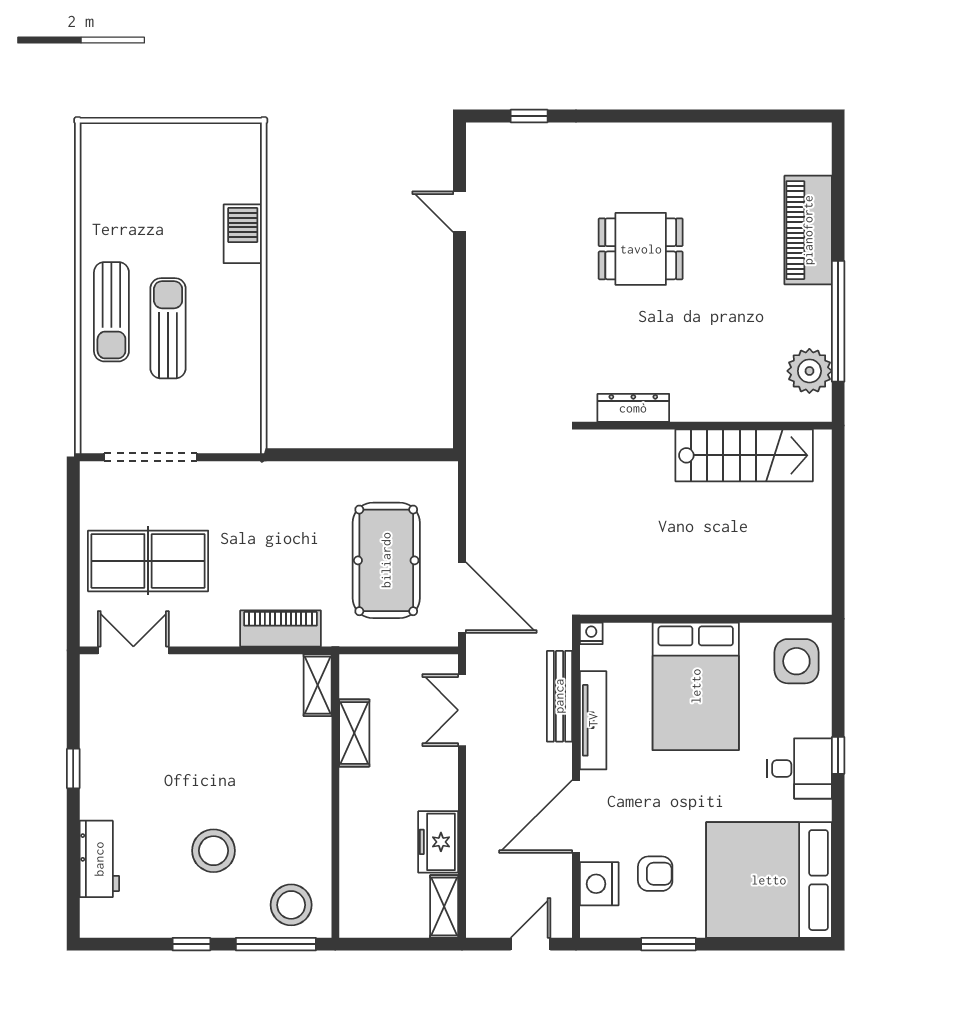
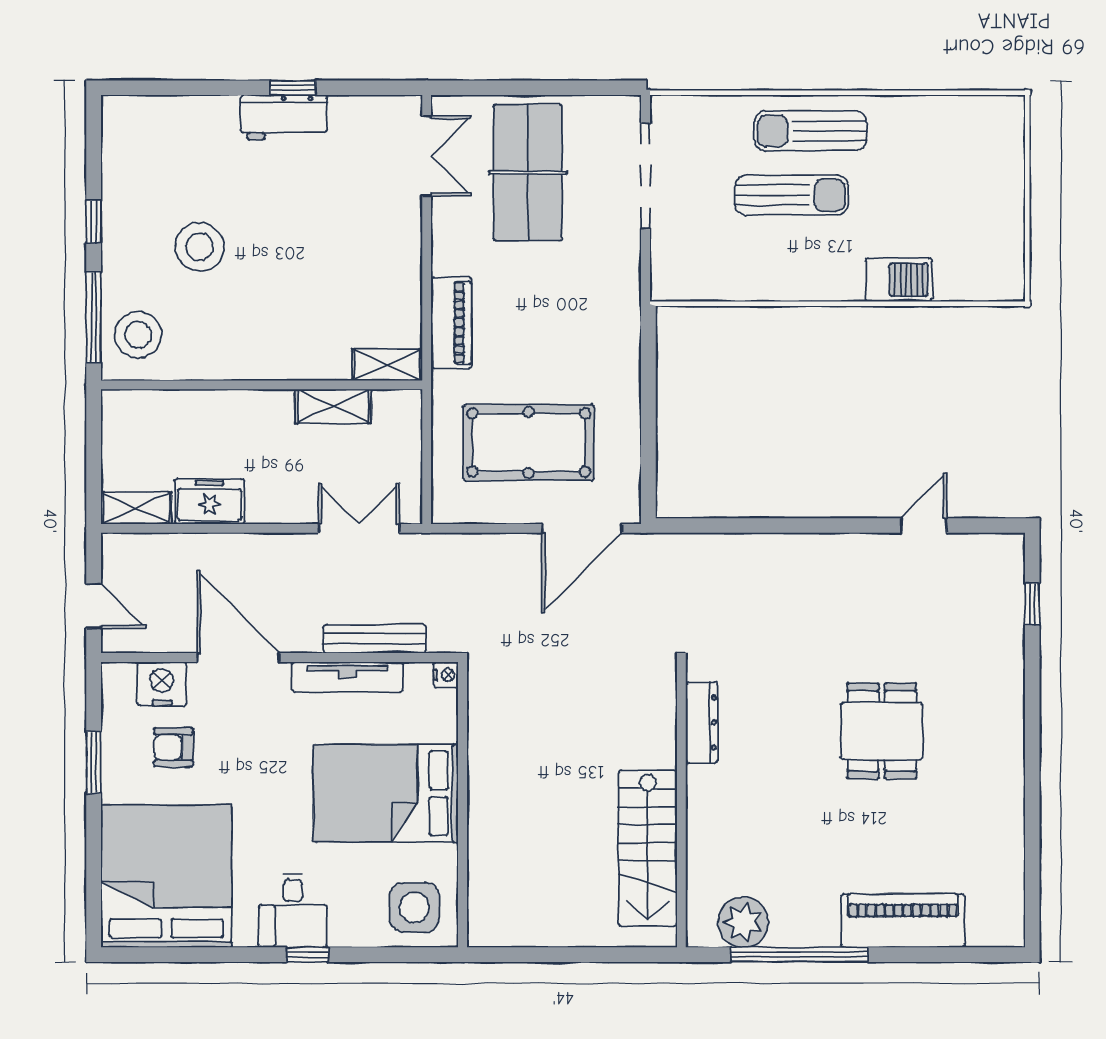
door: (462, 598) -> (582, 528), moved
workbench: (99, 859) -> (284, 117), moved
armchair: (655, 874) -> (173, 747), turned 90

